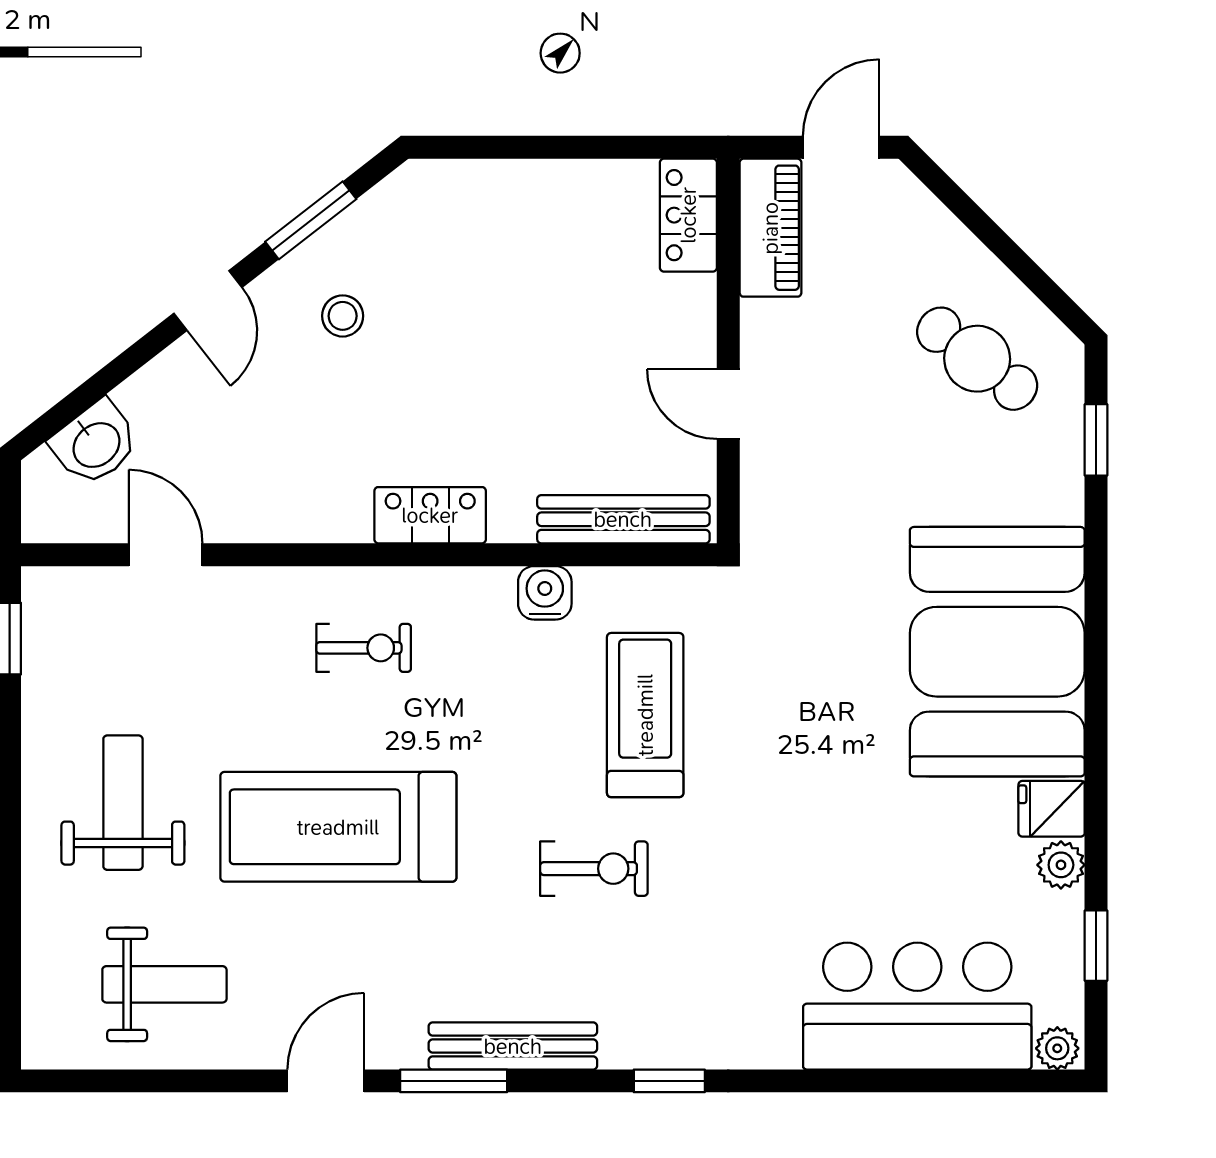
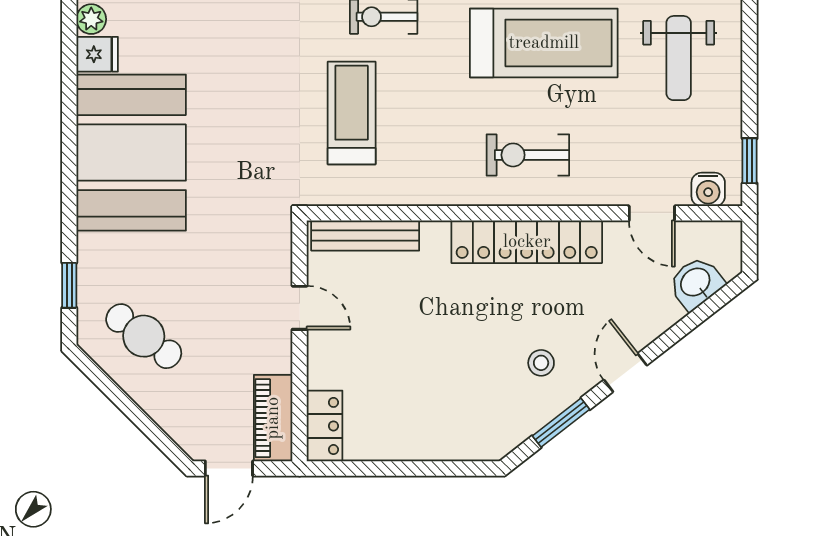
locker: (430, 515) -> (527, 242), width x2.16, depth x1.21
water cooler: (545, 593) -> (708, 189), moved
exercise bike: (364, 648) -> (528, 155), width x1.38, depth x1.39
treadmill: (645, 715) -> (352, 113), turned 180

